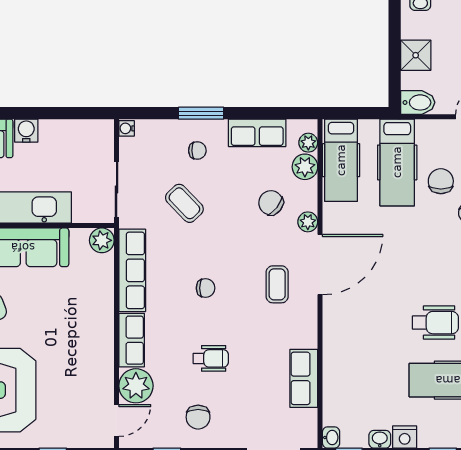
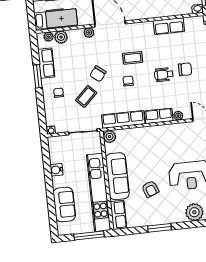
window: (201, 113) -> (38, 76), moved
water cooler: (26, 131) -> (57, 170), moved
chair: (271, 203) -> (98, 74), moved
coffee table: (277, 284) -> (133, 58), moved
wheelchair: (211, 358) -> (164, 75), turned -90
plant: (136, 386) -> (178, 116), width x0.53, depth x0.53
chair: (198, 417) -> (185, 69), moved

